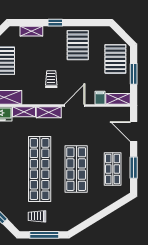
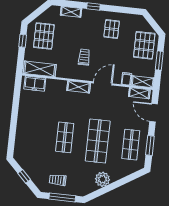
pallet: (78, 45) -> (112, 29), width x0.67, depth x0.71
shelving: (24, 112) -> (139, 93), moved
shop shelf: (40, 169) -> (65, 137), width x0.50, depth x0.74
plant: (86, 210) -> (102, 179), added

